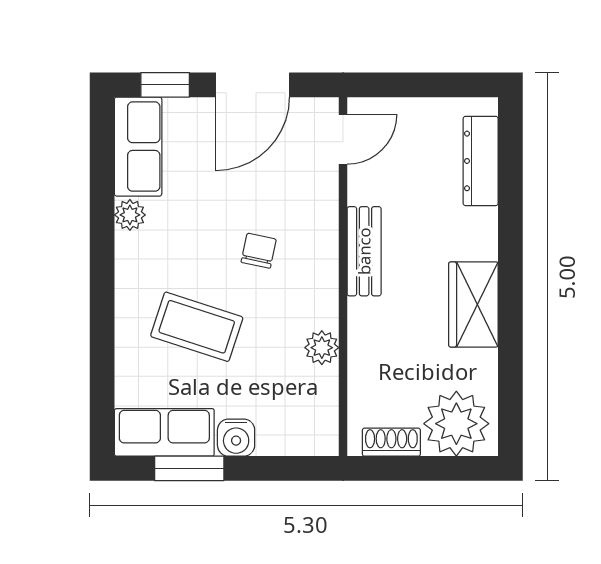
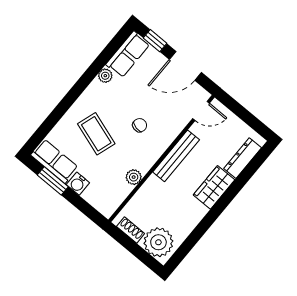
bench: (364, 251) -> (176, 156), width x1.36
wardrobe: (473, 304) -> (214, 187), moved

